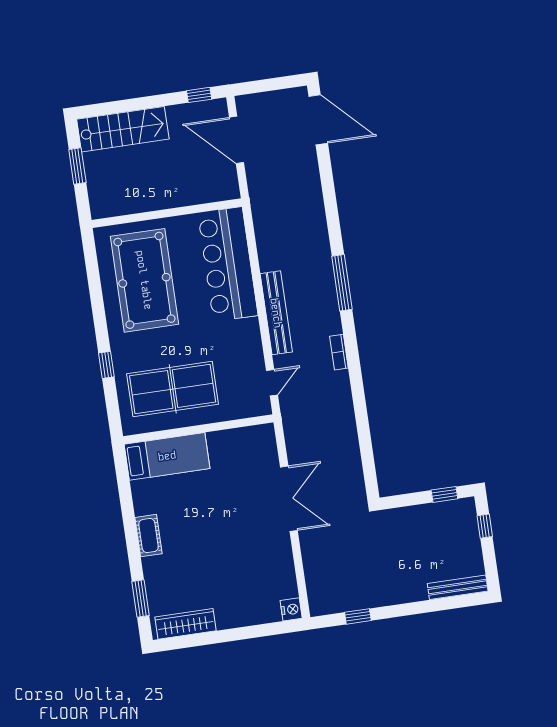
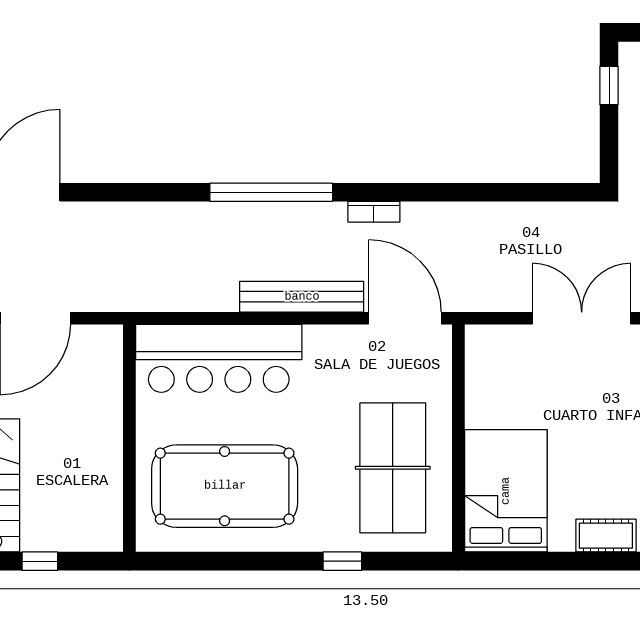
window: (77, 166) -> (40, 561), width x0.67
window: (342, 283) -> (271, 192), width x1.46
door: (272, 383) -> (405, 318), width x1.88
bed: (167, 456) -> (506, 491), width x1.50

